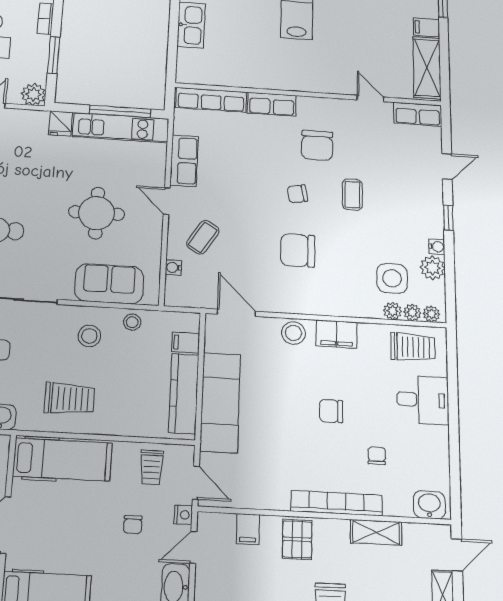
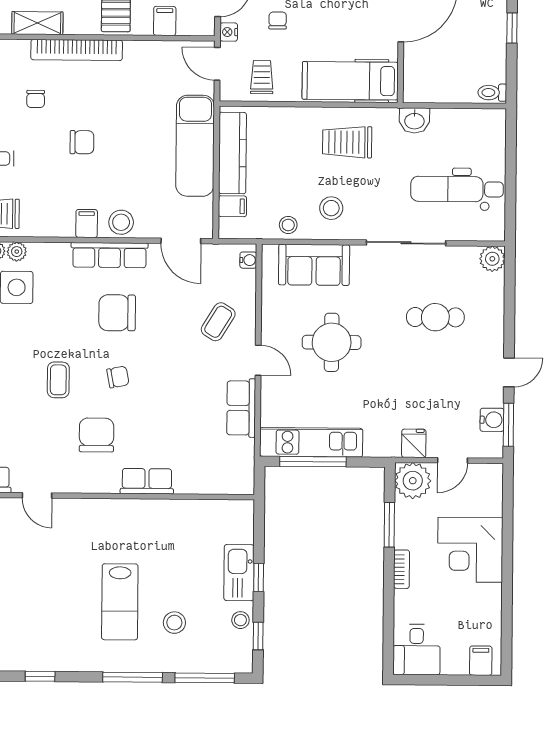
window: (174, 20) -> (259, 578), added
plant: (33, 94) -> (413, 481), width x1.36, depth x1.36
row of seats: (211, 100) -> (109, 255), moved, turned 180
fridge: (60, 124) -> (414, 443), moved
chair: (298, 250) -> (117, 313), turned 180
water cooler: (173, 267) -> (248, 260), moved
filing cabinet: (337, 334) -> (87, 223), width x0.50

